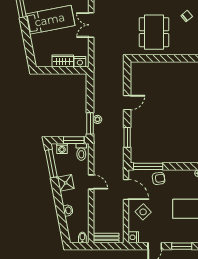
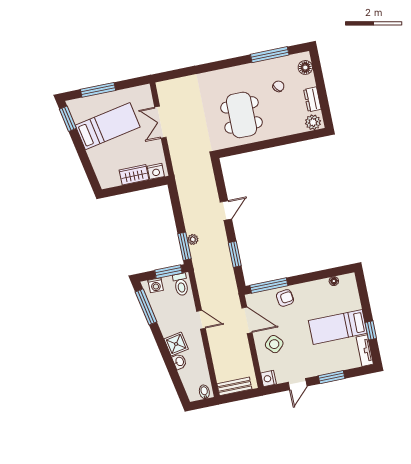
shower: (66, 183) -> (176, 344), moved

